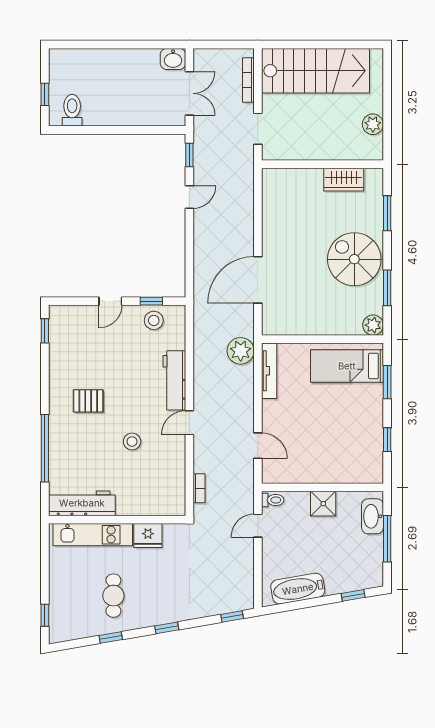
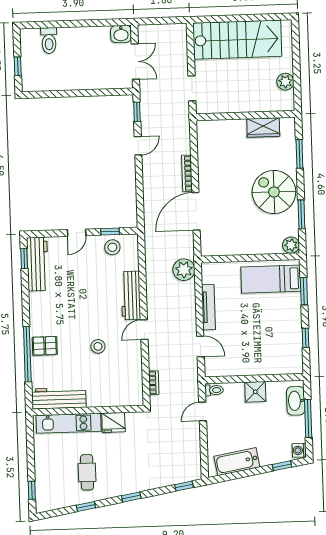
bookcase: (248, 80) -> (187, 173), moved
toilet: (72, 110) -> (49, 41), moved, turned 180
workbench: (61, 338) -> (37, 264), added
tv unit: (269, 371) -> (208, 307), moved
pallet: (88, 401) -> (45, 346), moved
washing machine: (375, 577) -> (299, 450), added

